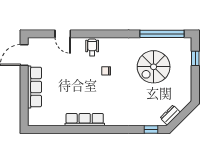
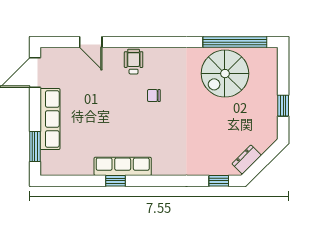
window: (195, 58) -> (283, 106), moved
spiral stairs: (154, 67) -> (225, 74), moved
window: (24, 106) -> (35, 147), added
window: (80, 130) -> (115, 181), added

